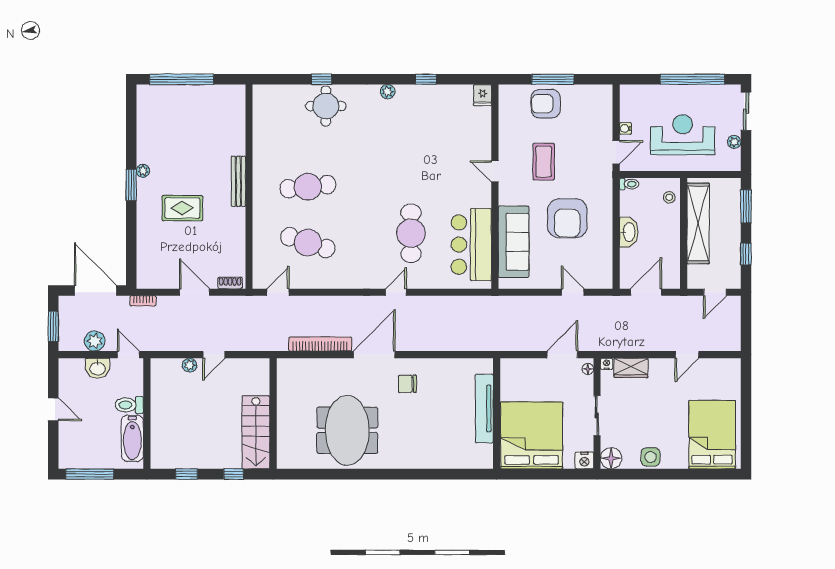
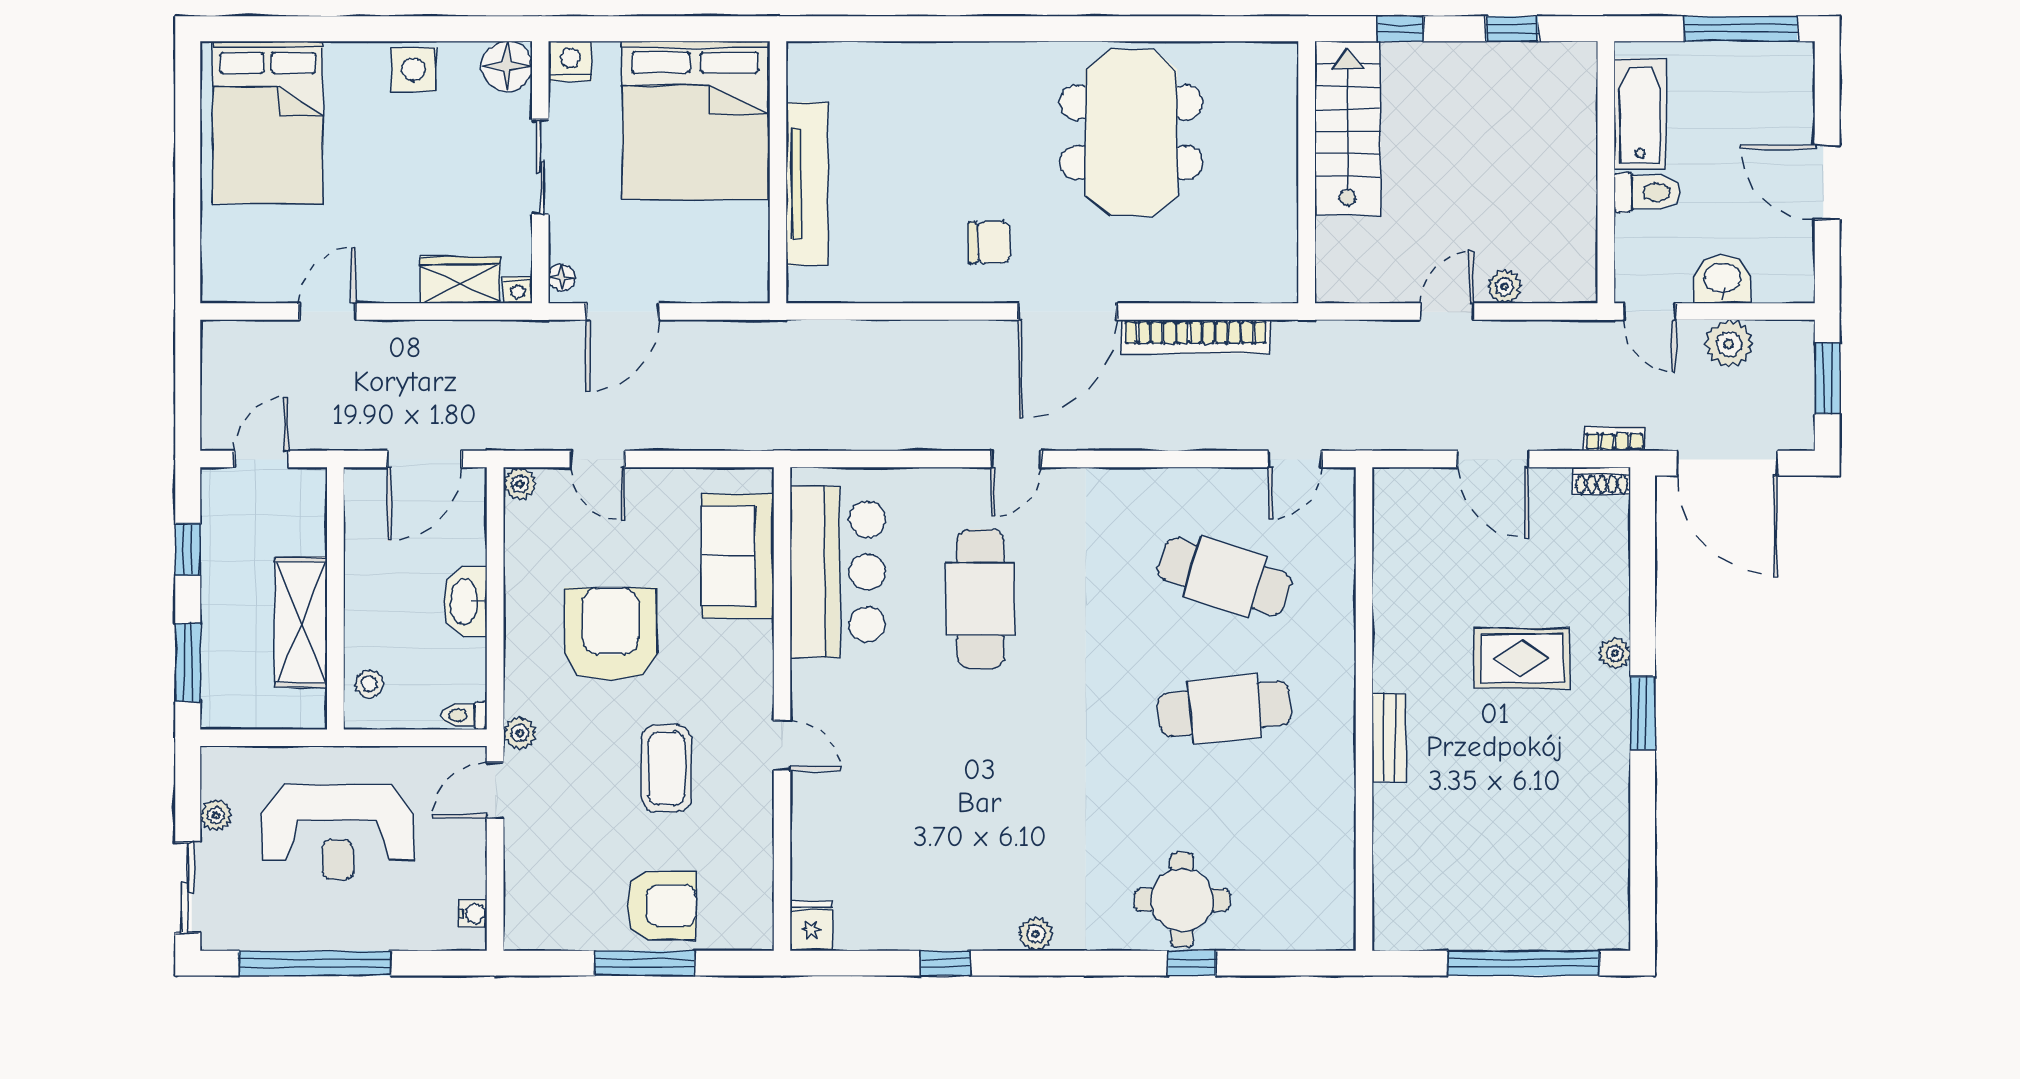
water cooler: (625, 128) -> (473, 914), moved
plant: (143, 171) -> (1615, 653), moved
plant: (606, 176) -> (520, 733), added
bench: (238, 181) -> (1389, 738), width x0.73
shelving: (698, 223) -> (301, 622), width x0.68
sofa: (514, 242) -> (738, 556), width x0.73
plant: (606, 282) -> (520, 484), added
shoe rack: (230, 283) -> (1602, 481), moved
door: (53, 409) -> (1827, 182), width x1.38

